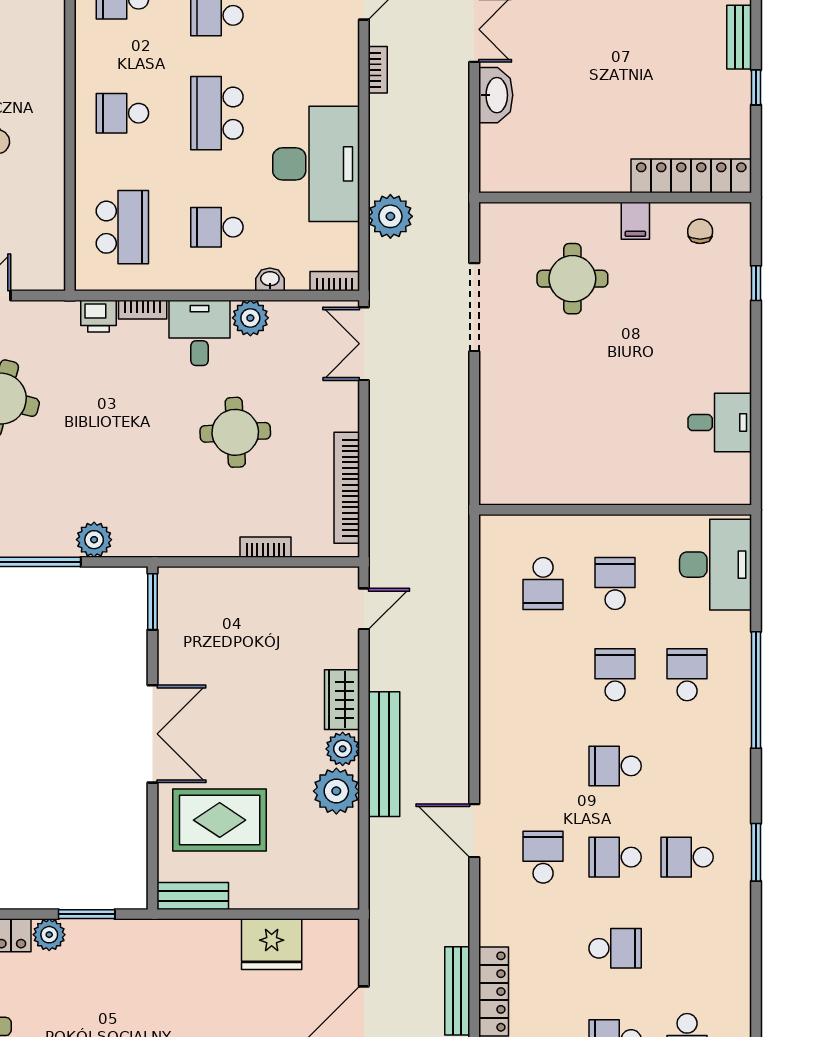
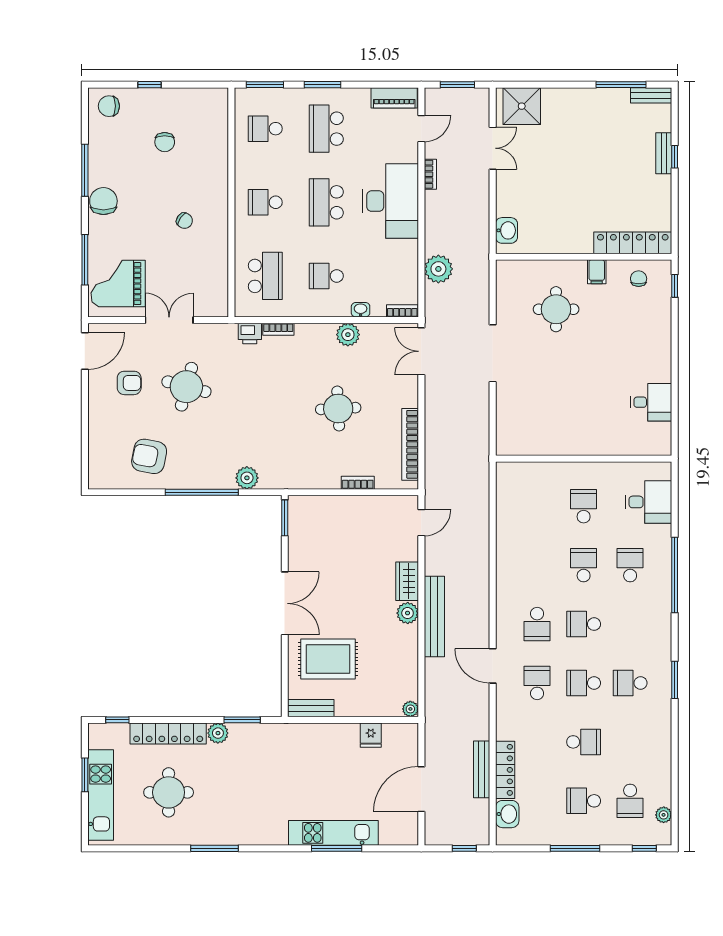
window: (756, 87) -> (675, 157), moved
washbasin: (496, 95) -> (506, 230), moved, width x0.72
desk: (316, 164) -> (390, 201), moved
window: (756, 283) -> (675, 286), moved
doorway: (474, 307) -> (493, 353), moved
desk: (199, 333) -> (315, 344), removed
desk: (716, 565) -> (649, 502), width x0.73
school desk: (543, 584) -> (537, 624), moved
plant: (336, 791) -> (410, 709), moved, width x0.53, depth x0.53
fridge: (272, 944) -> (371, 735), width x0.53, depth x0.75

